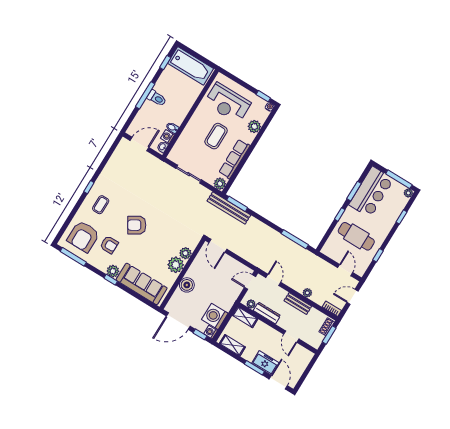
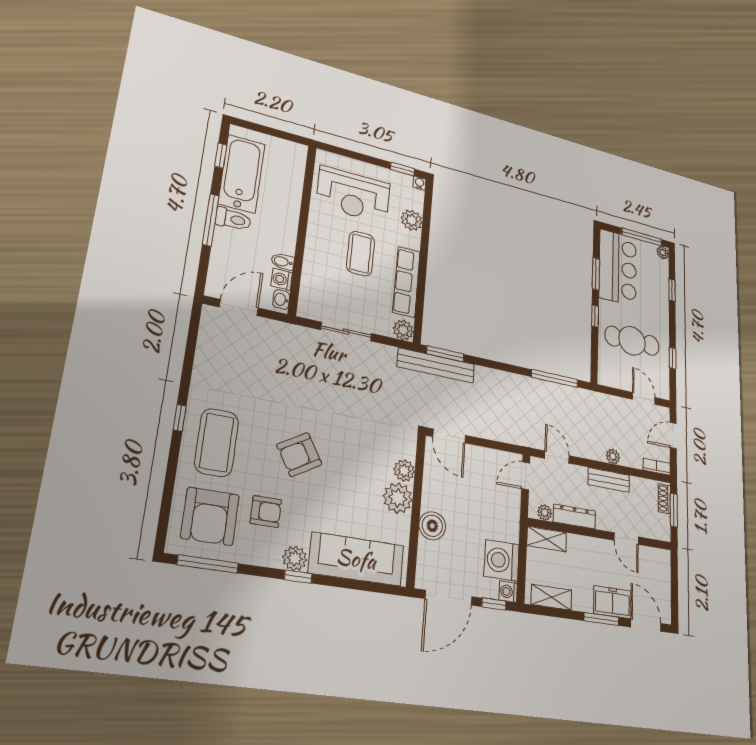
bathtub: (191, 66) -> (242, 174), moved, turned -90
coffee table: (101, 205) -> (217, 443), width x1.86, depth x1.72

